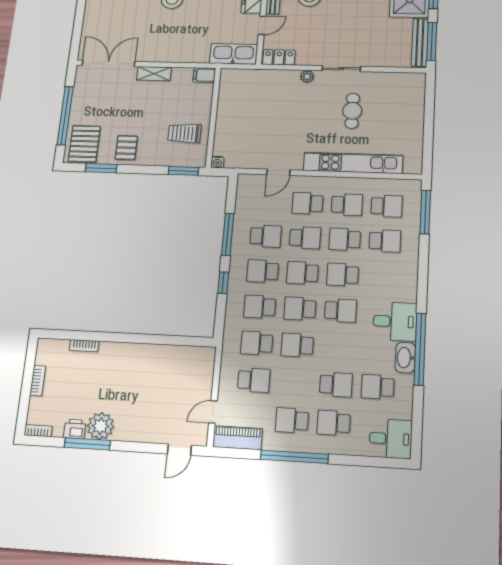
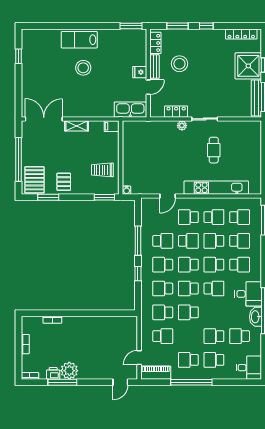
locker: (279, 57) -> (176, 112), moved
school desk: (383, 276) -> (240, 265), added
school desk: (336, 385) -> (214, 336), turned 180

